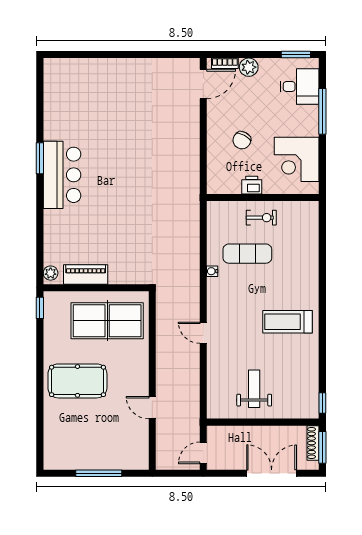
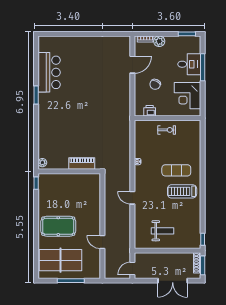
door: (203, 84) -> (132, 65), moved
desk: (300, 86) -> (189, 64), moved
bar counter: (62, 175) -> (49, 72), moved
printer: (252, 185) -> (150, 111), moved
exercise mat: (247, 254) -> (176, 170), moved
piano: (86, 274) -> (82, 163), moved
table tennis table: (107, 321) -> (60, 260), moved
weight bench: (254, 389) -> (162, 231), turned 90
double door: (272, 473) -> (173, 281), swing flipped

